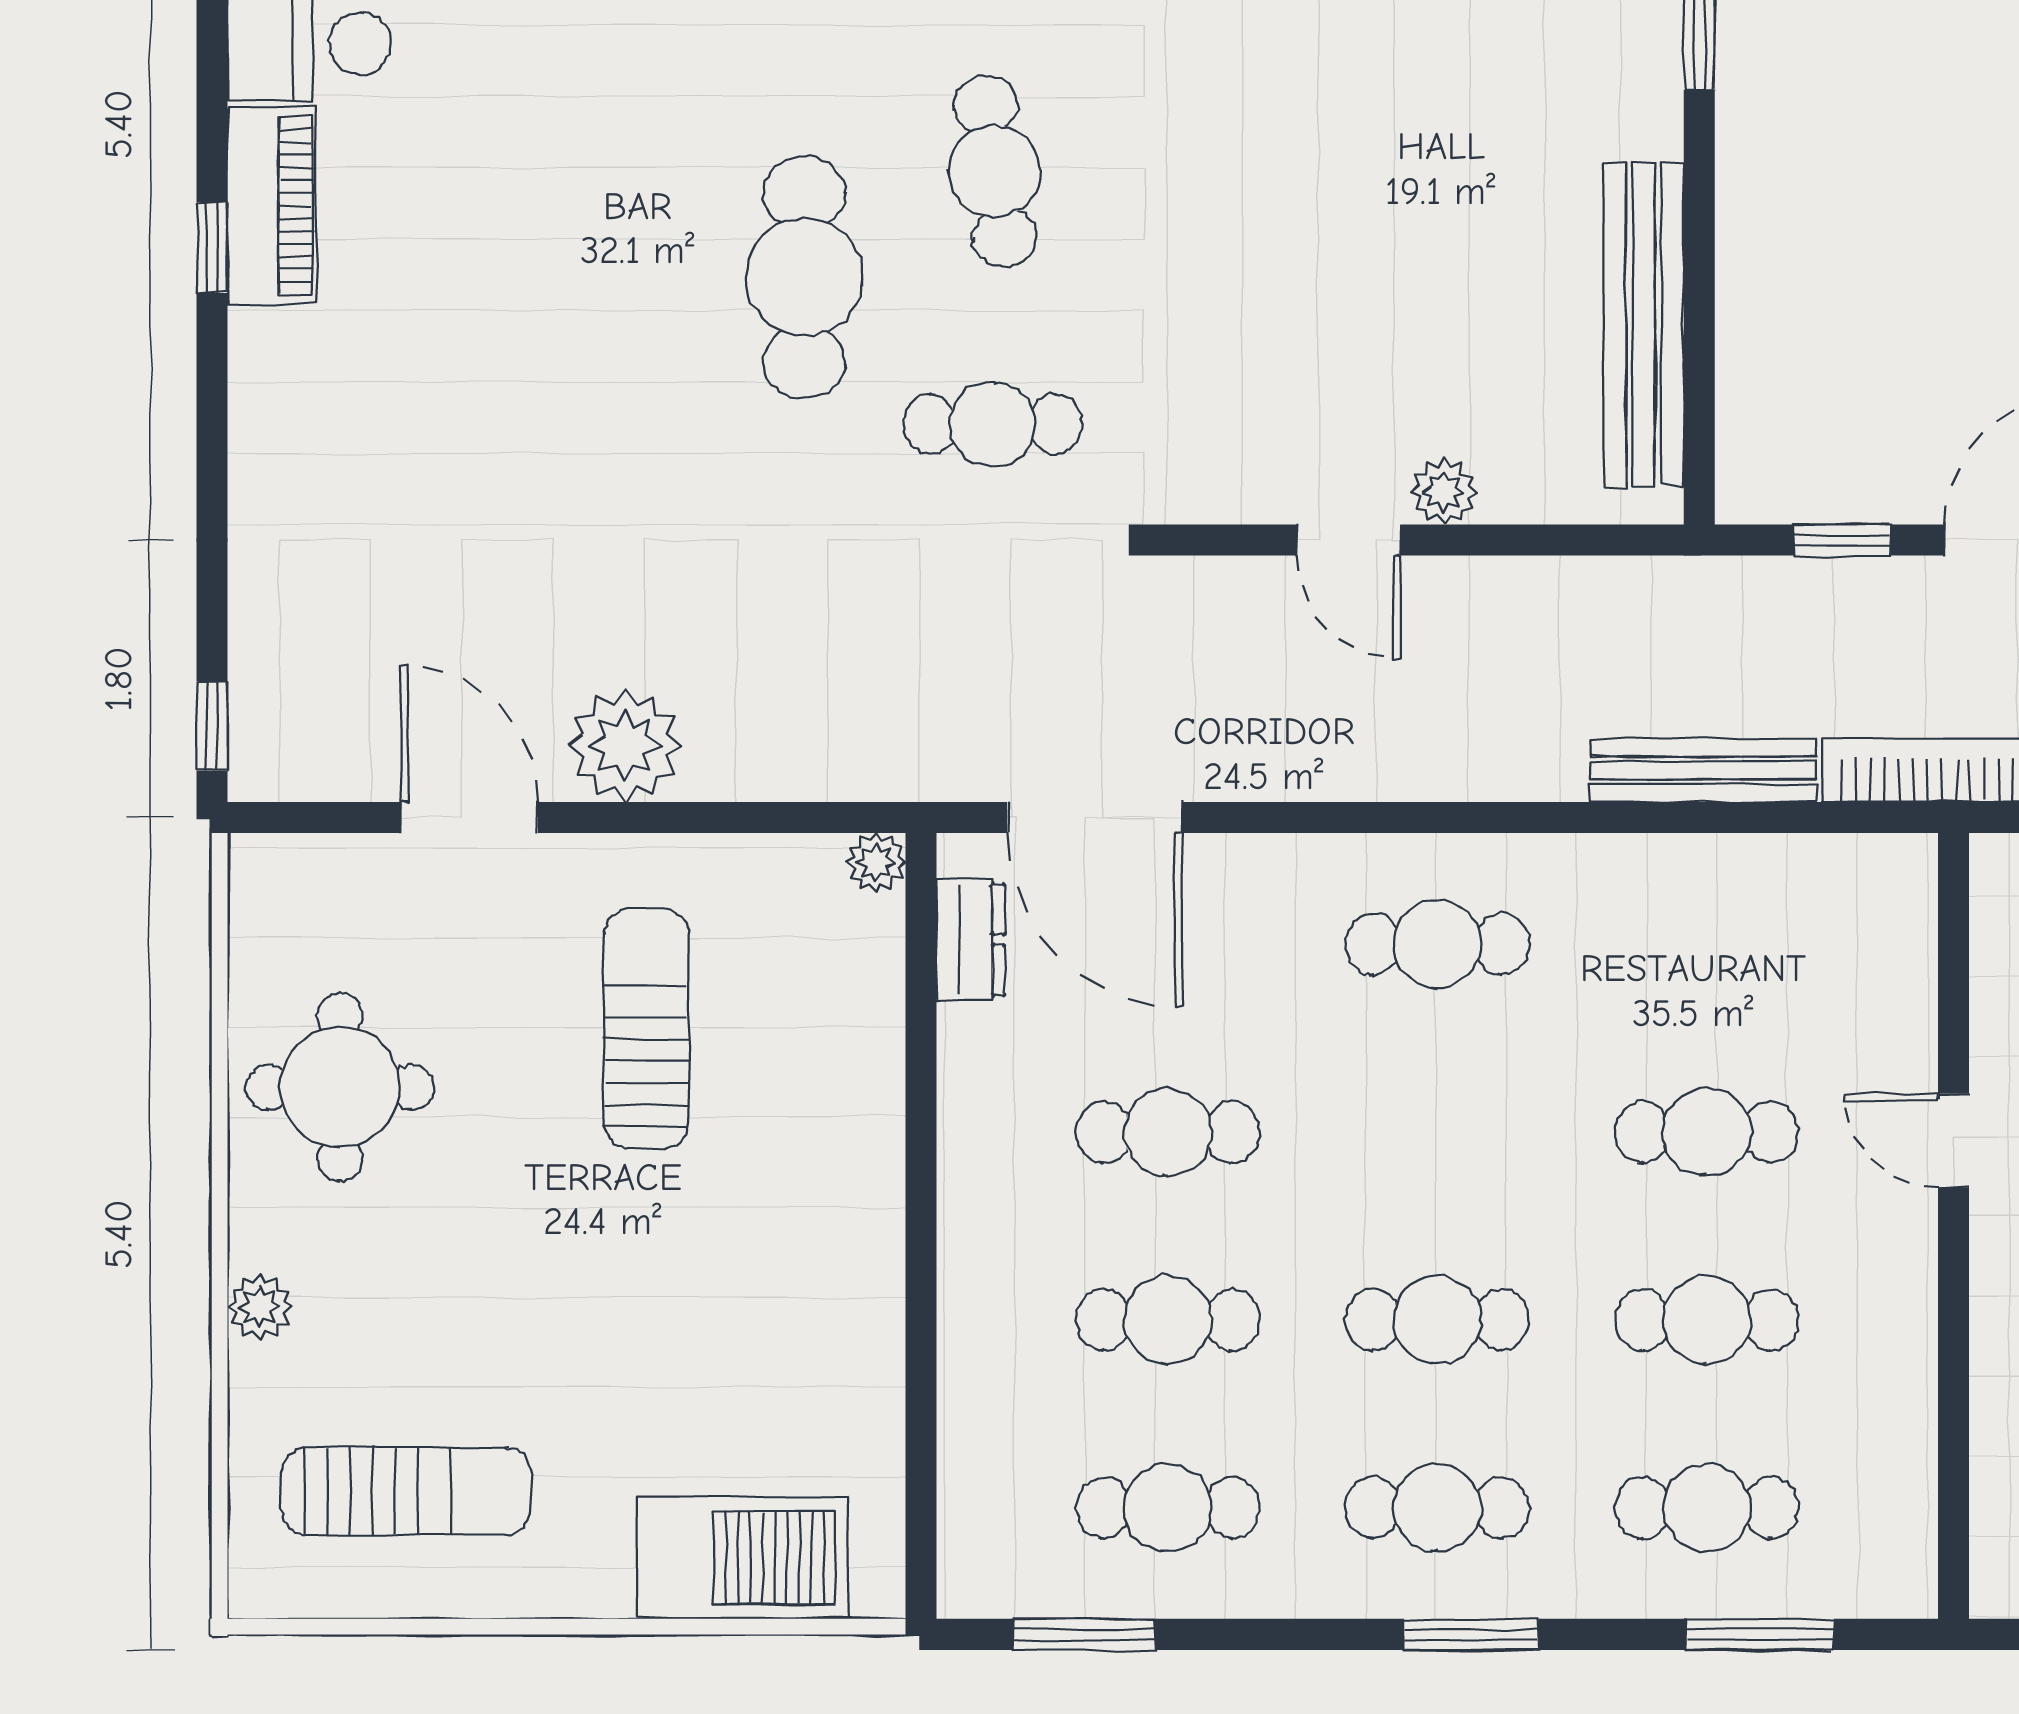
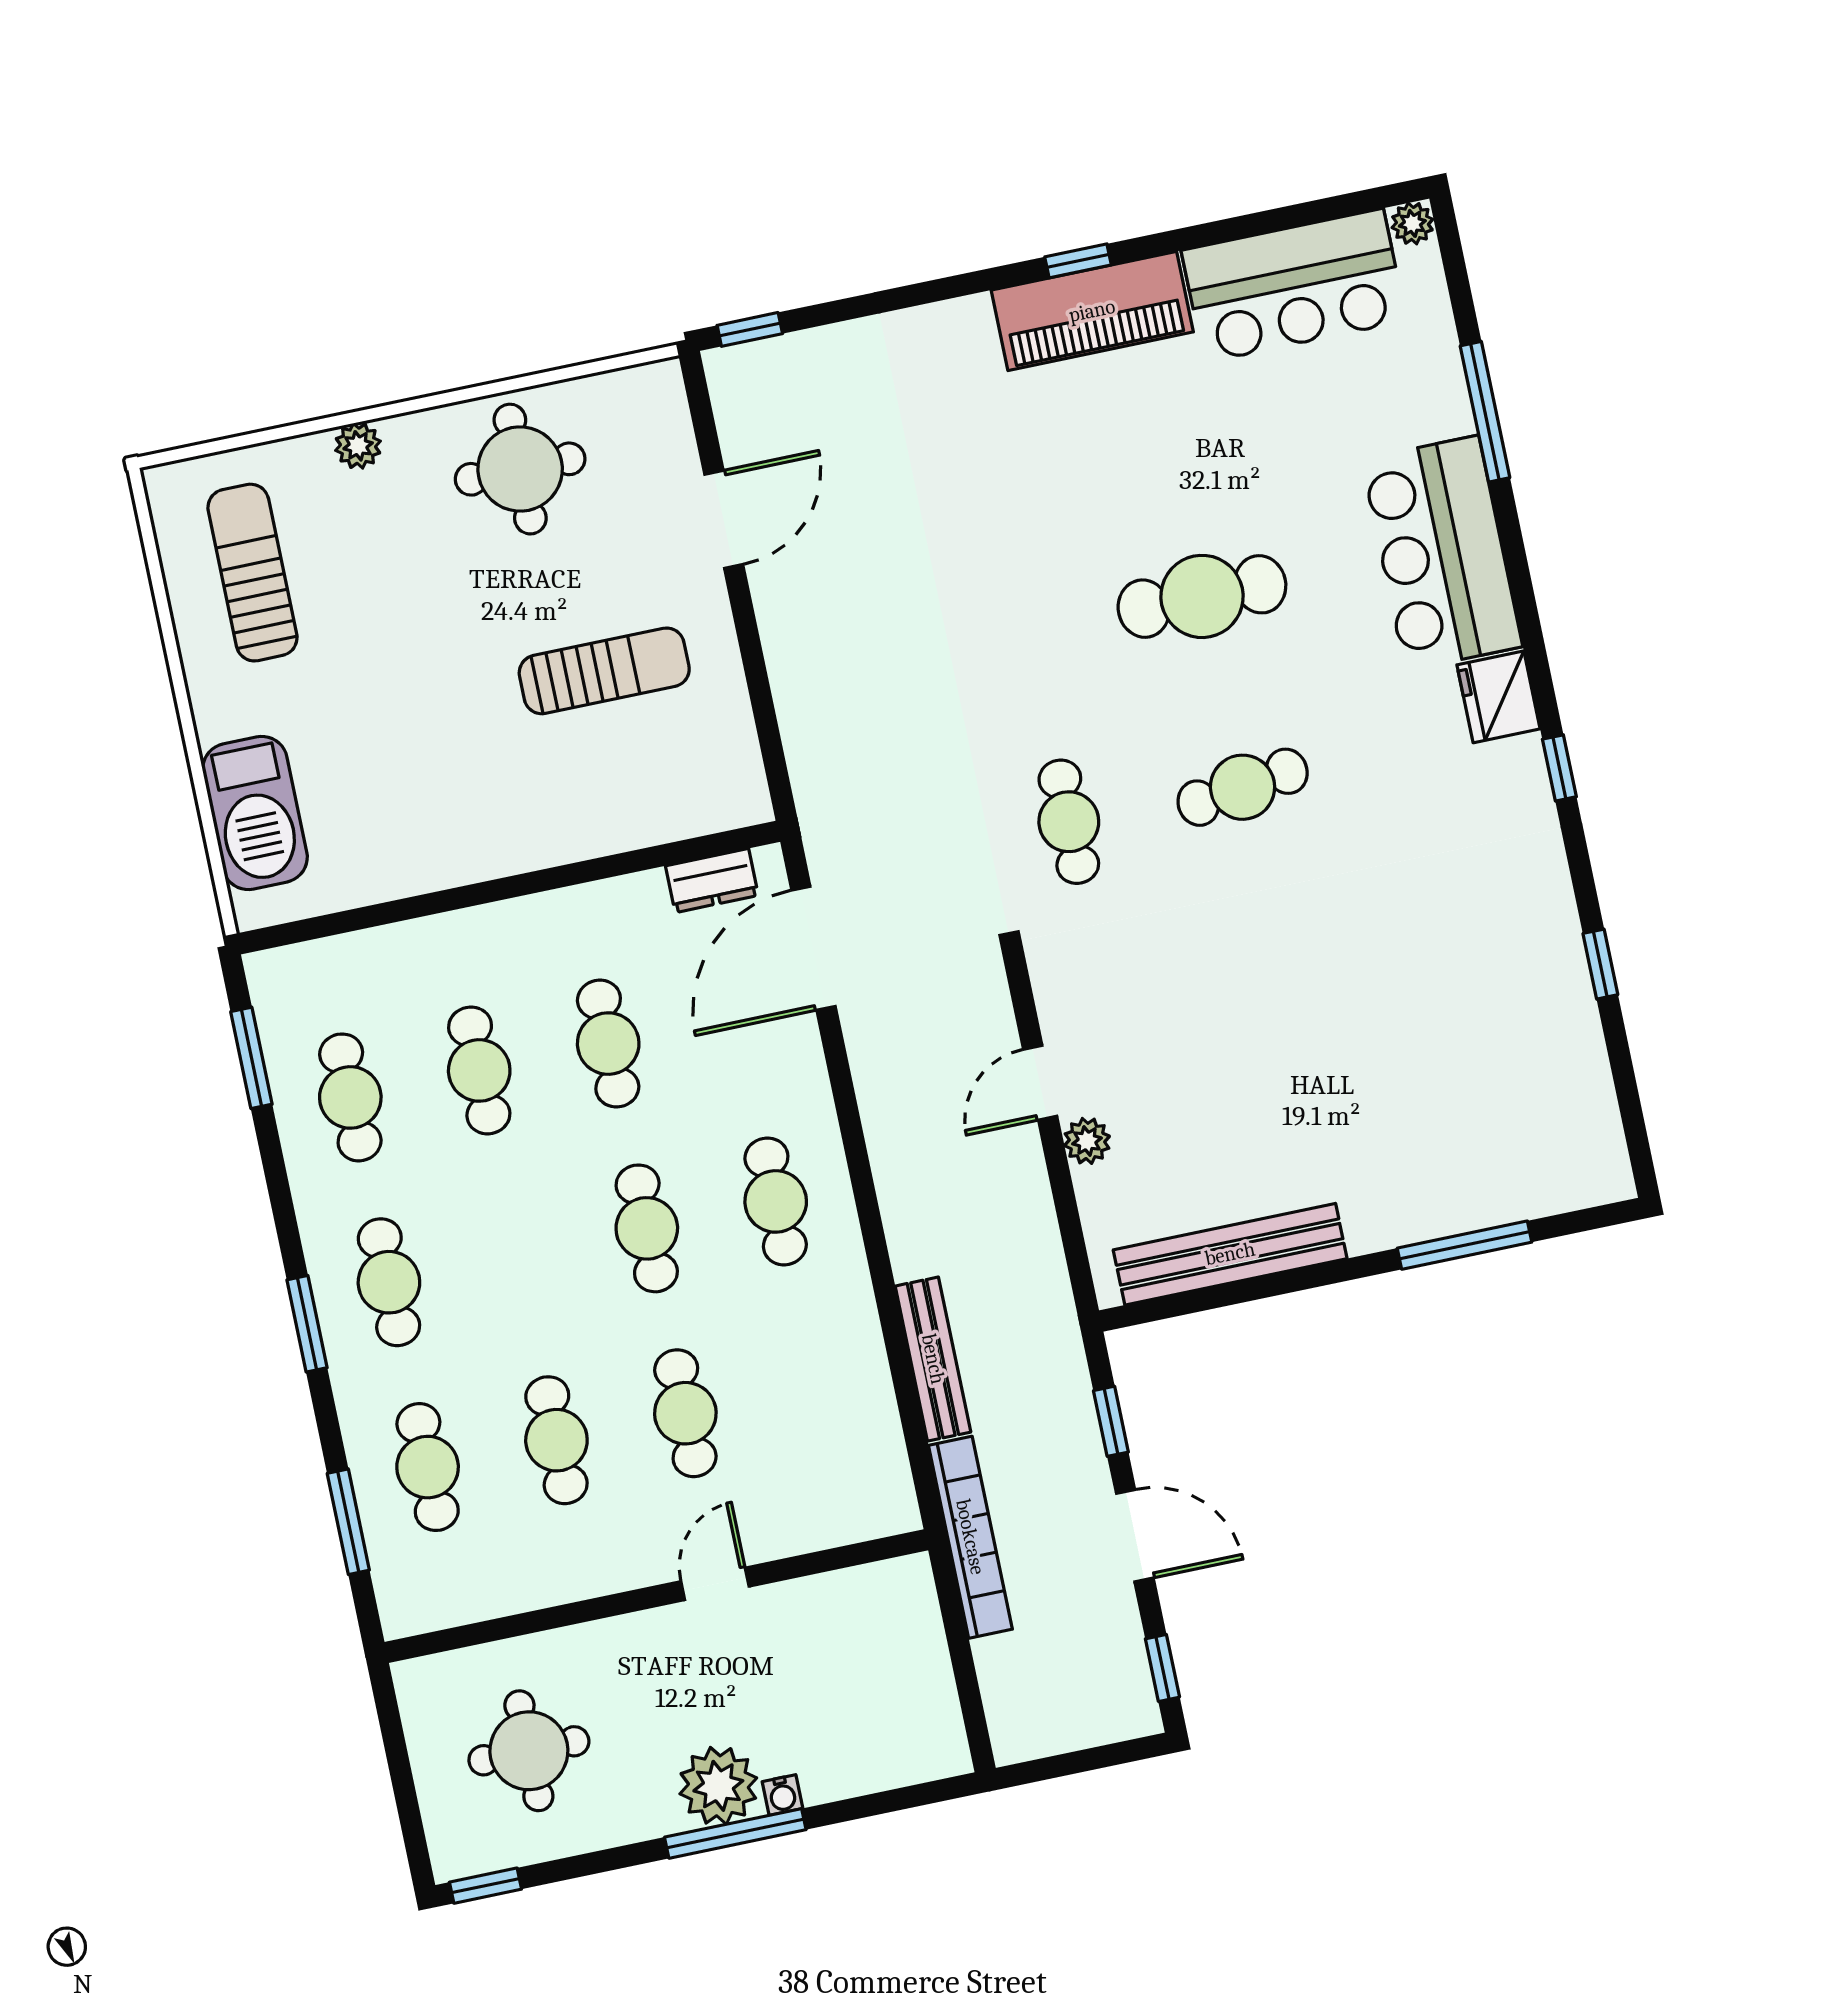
piano: (272, 206) -> (1092, 311), width x1.37, depth x1.33
cafe table: (804, 277) -> (1202, 596), moved
plant: (625, 746) -> (795, 616), removed
plant: (876, 863) -> (751, 805), removed
cafe table: (1437, 1320) -> (647, 1228), moved
sun lounger: (406, 1491) -> (252, 573), turned 180

